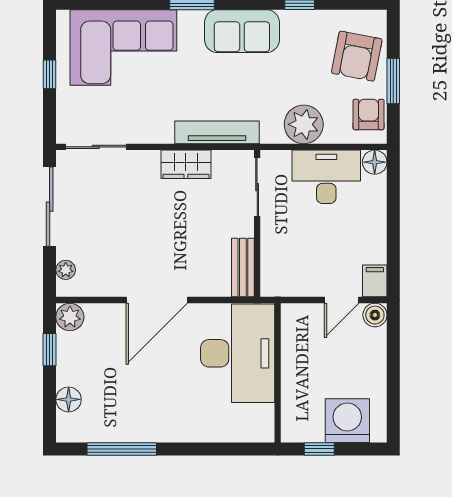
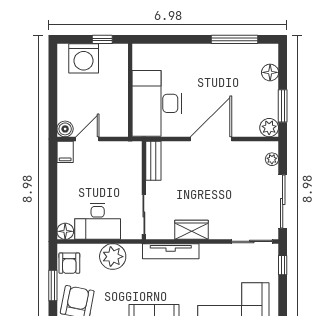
window: (50, 74) -> (283, 265), moved
window: (50, 350) -> (283, 106), width x1.50

